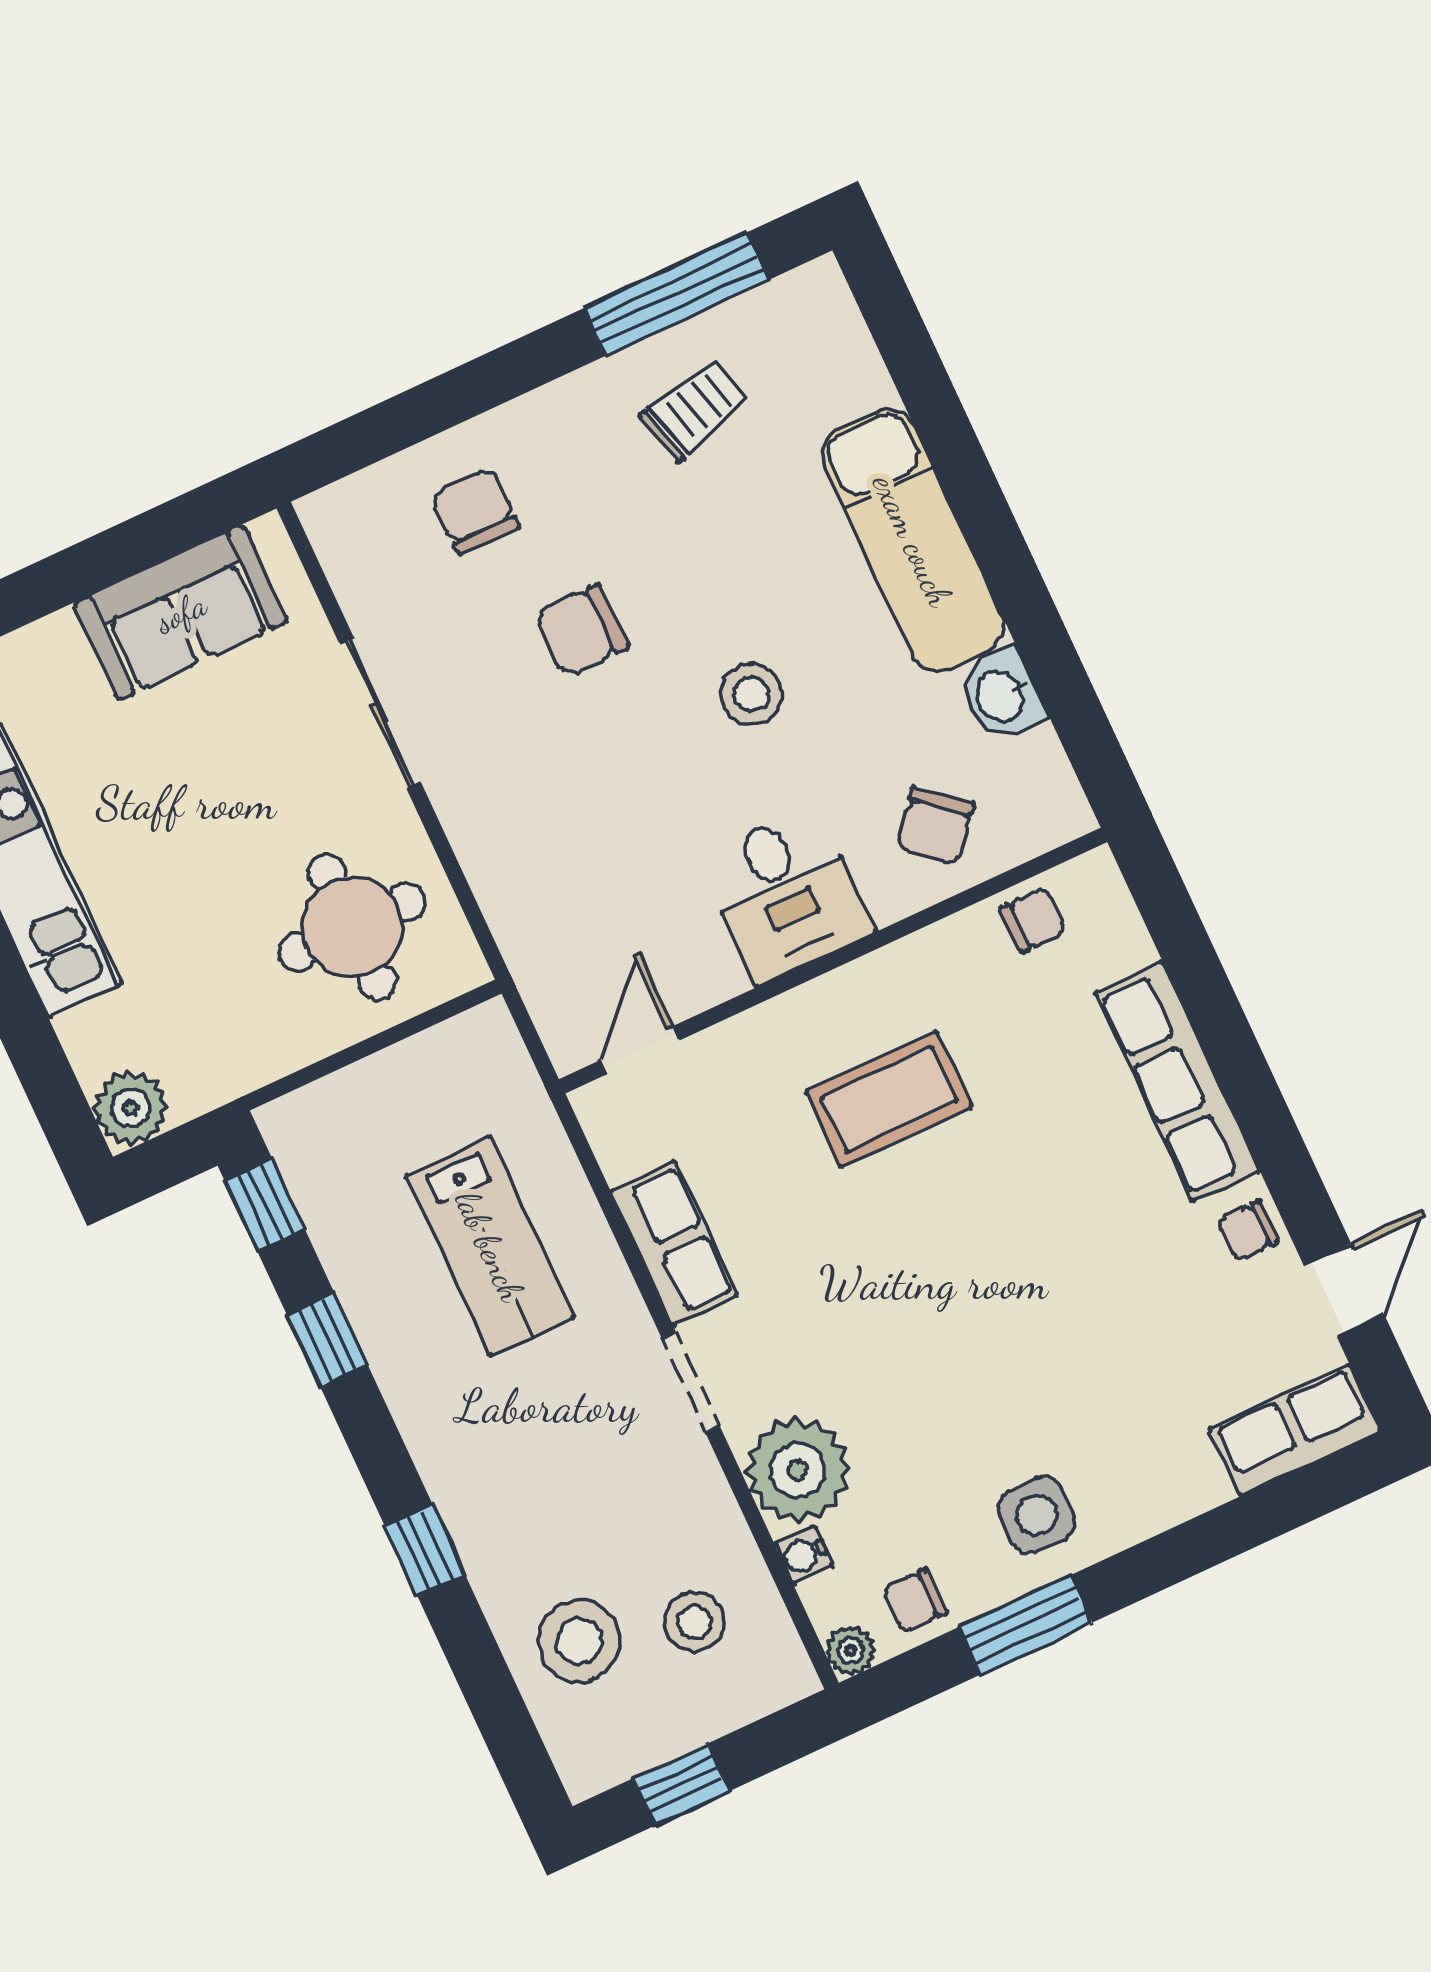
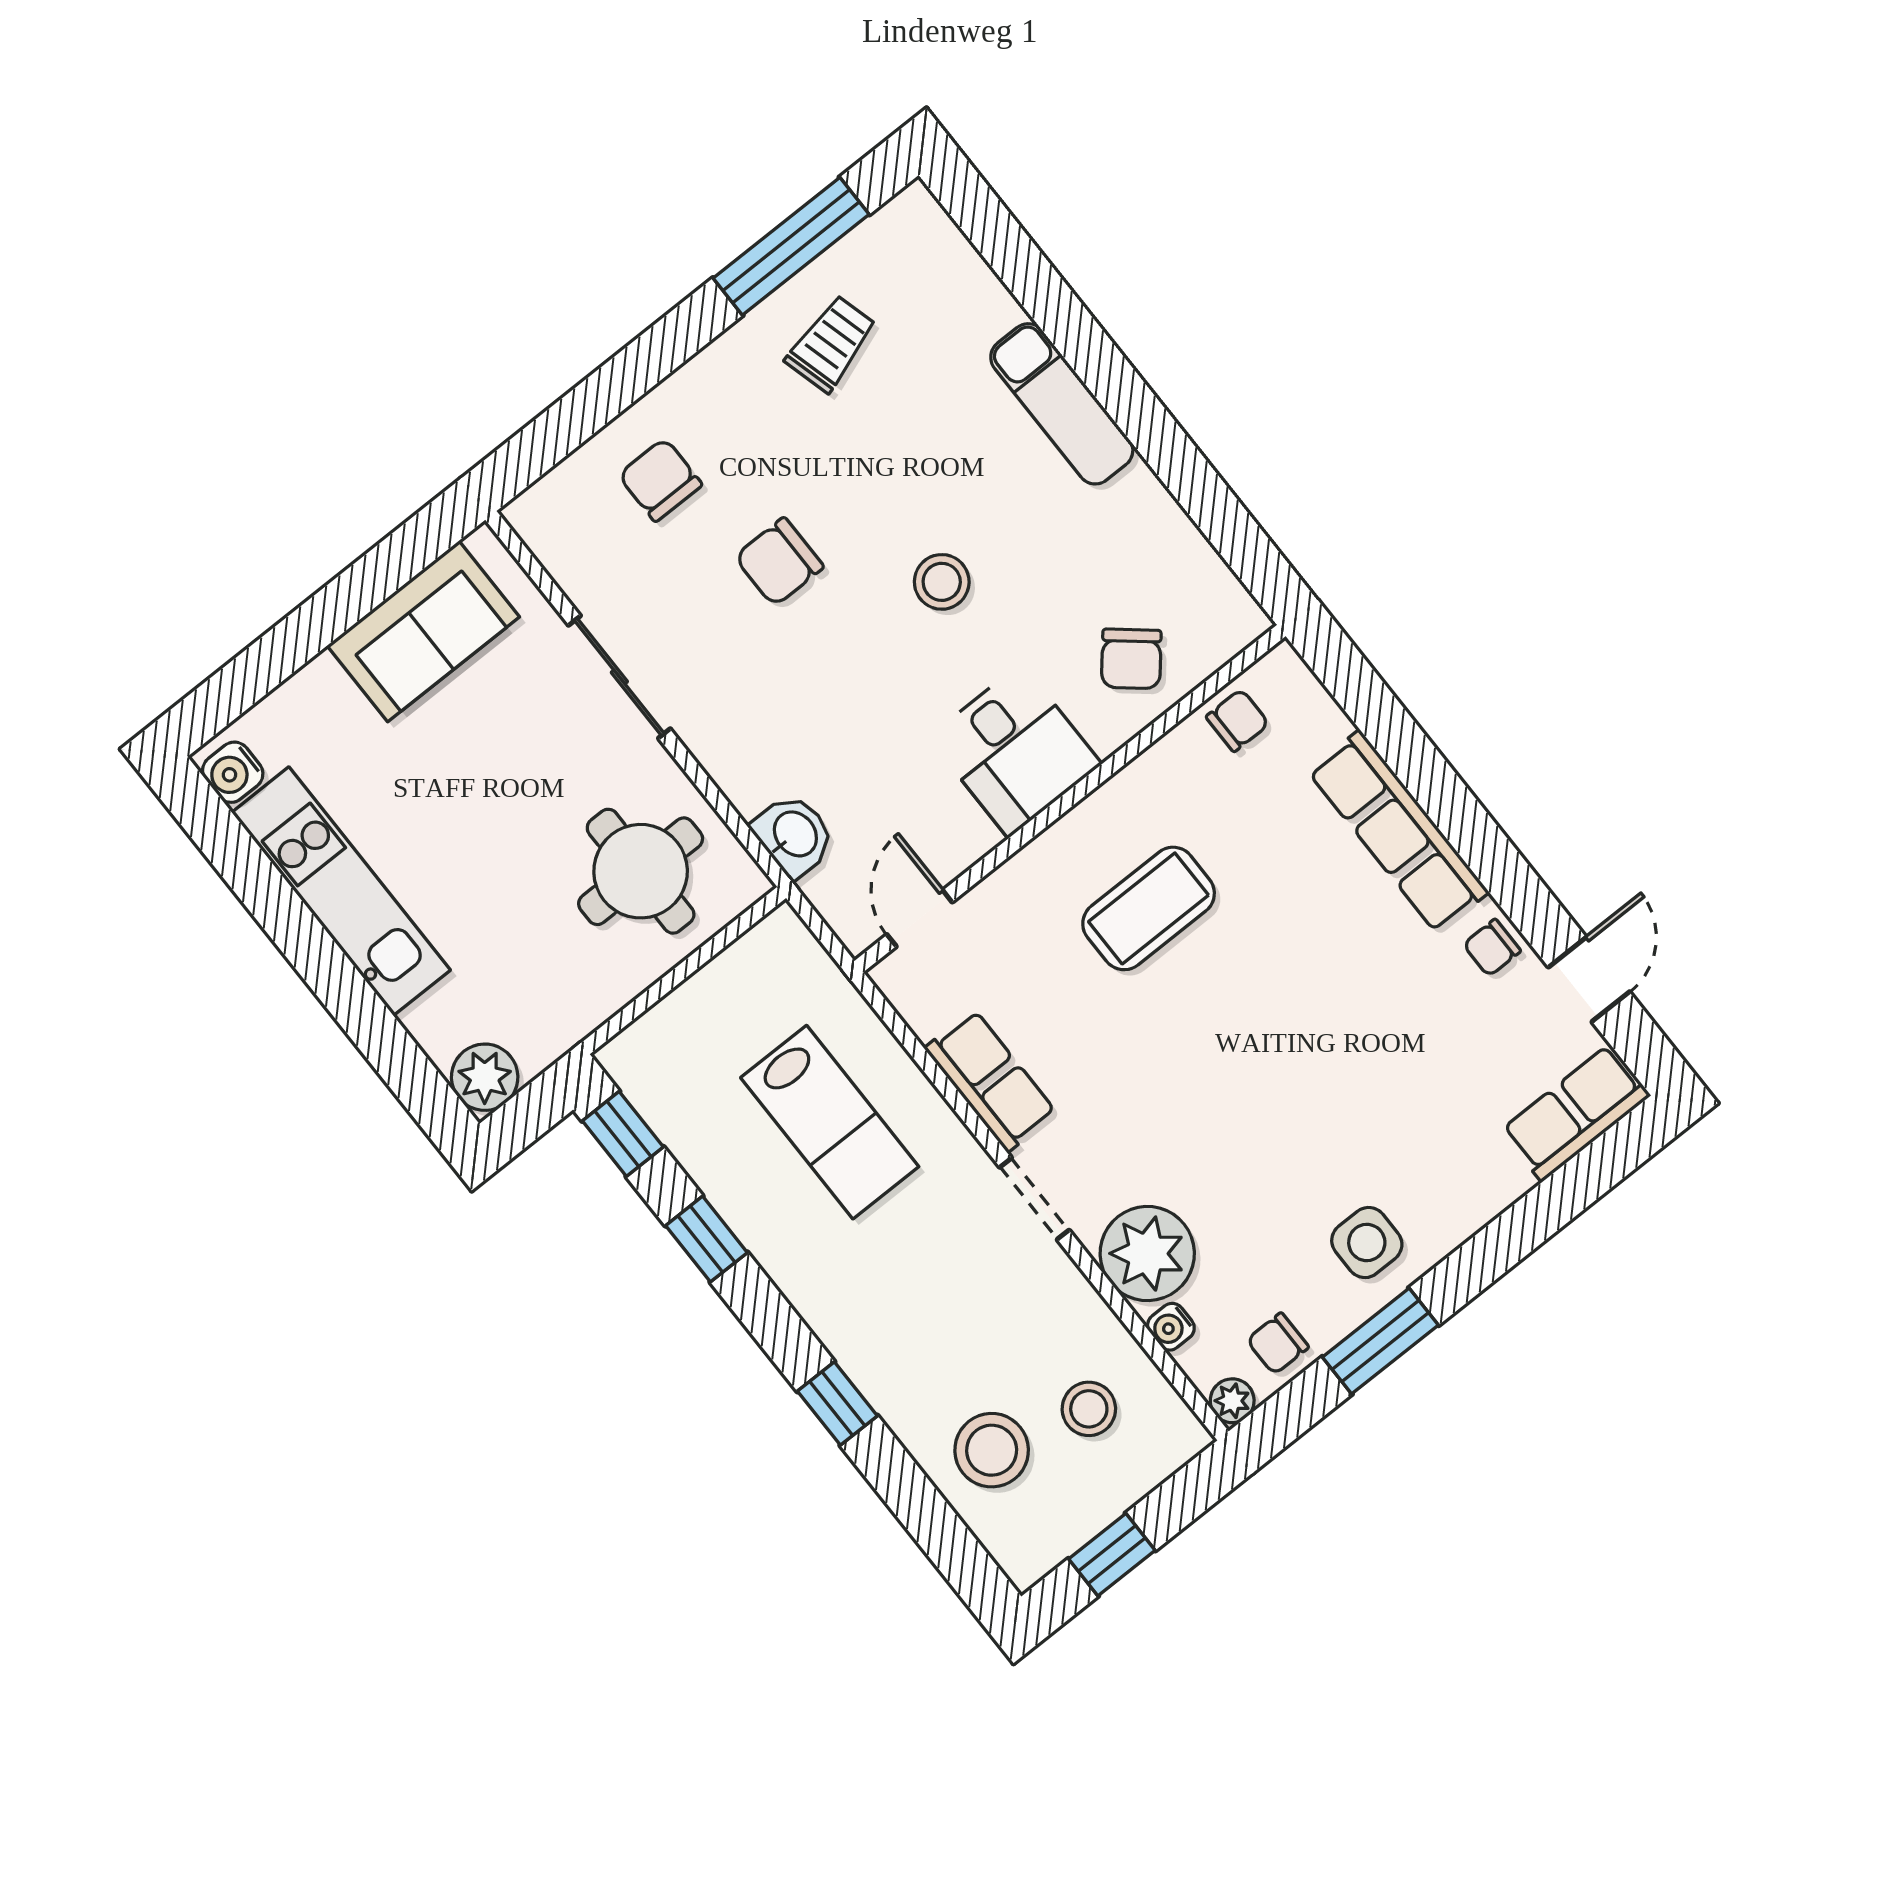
exam couch: (913, 540) -> (1062, 404), width x0.73, depth x0.69
washbasin: (1001, 695) -> (794, 835), moved, turned 180

